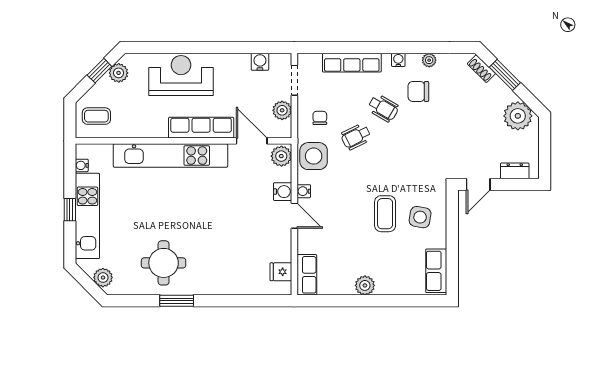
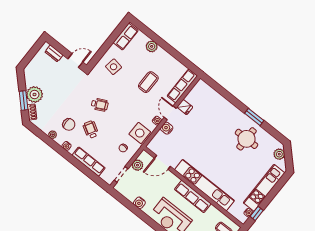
water cooler: (260, 62) -> (139, 203), moved
plant: (518, 116) -> (34, 95), moved
row of seats: (201, 128) -> (193, 196), moved
wheelchair: (356, 137) -> (100, 105), moved
door: (252, 141) -> (162, 162), hinge flipped
plant: (281, 156) -> (154, 145), removed
window: (70, 210) -> (257, 213), moved
coffee table: (385, 214) -> (148, 82), moved
fridge: (281, 272) -> (185, 107), moved
row of seats: (307, 275) -> (182, 86), width x1.48
plant: (365, 285) -> (152, 46), moved

